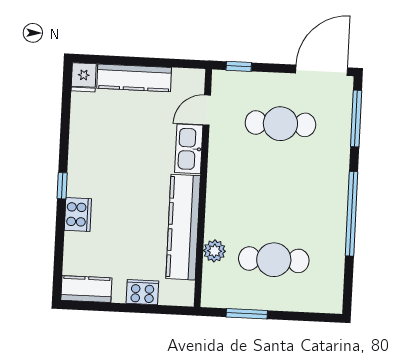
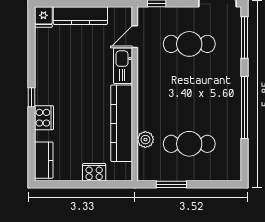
kitchen counter: (86, 289) -> (44, 160), moved, turned 90

